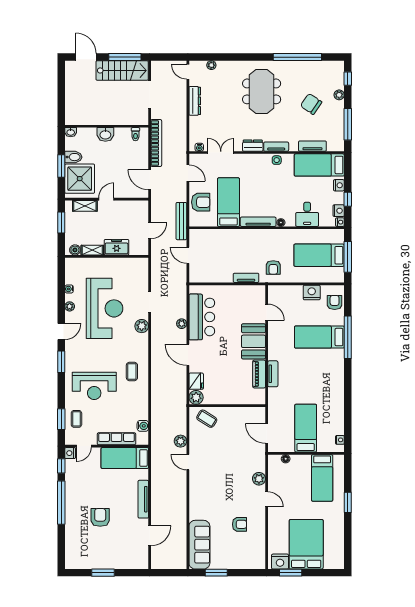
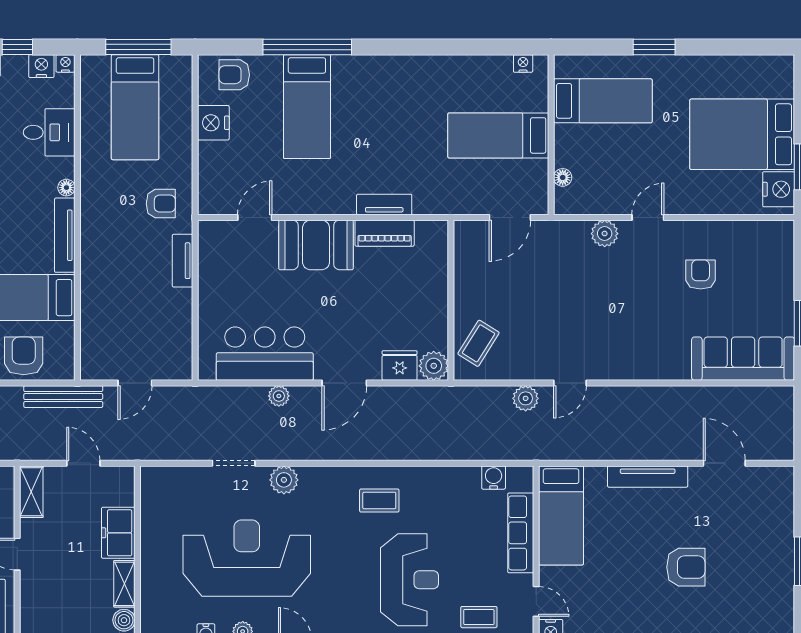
shelving: (85, 206) -> (31, 492), moved
armchair: (100, 517) -> (686, 567), turned 180

